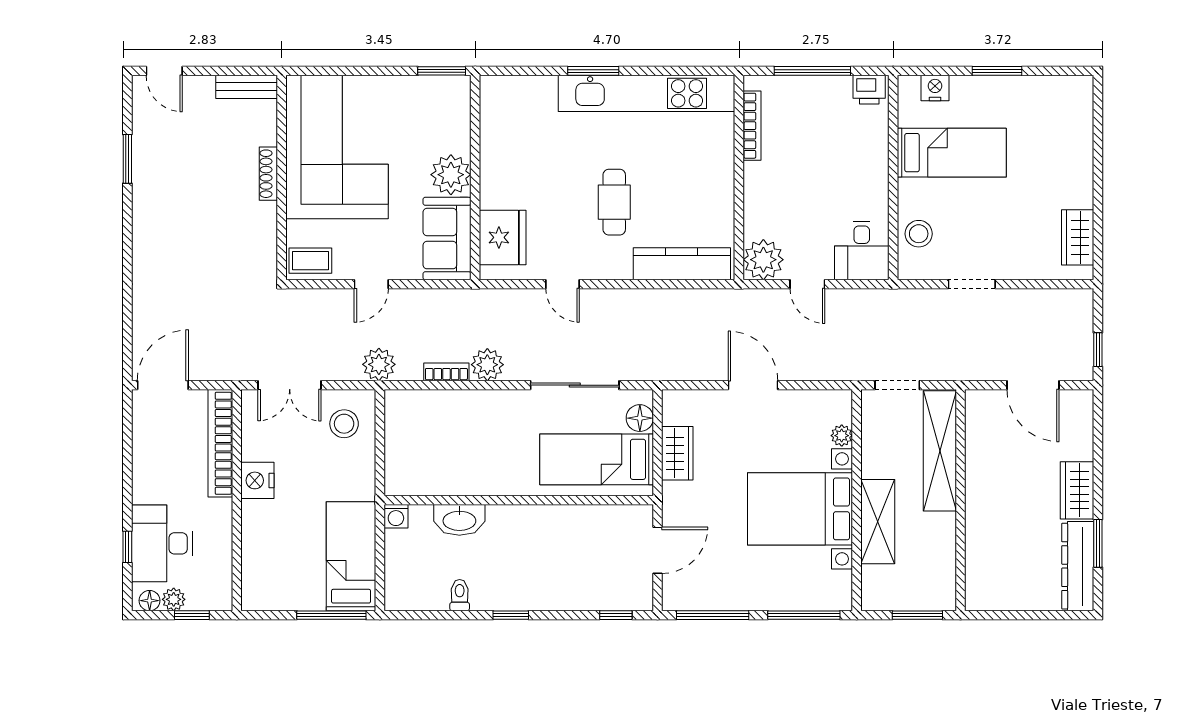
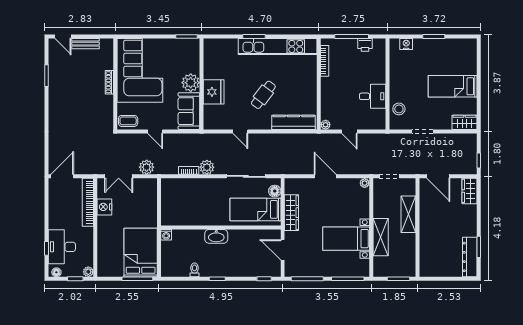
bench: (247, 87) -> (86, 44), moved
printer: (869, 90) -> (365, 45), moved
bed: (952, 153) -> (453, 86), moved, turned 180
cafe table: (614, 202) -> (263, 95), turned 37
fridge: (503, 237) -> (214, 92), moved
wardrobe: (1078, 237) -> (465, 122), moved, turned 90
desk: (862, 251) -> (373, 96), moved, turned -90
plant: (763, 260) -> (326, 125), width x0.53, depth x0.53
door: (371, 284) -> (155, 131), hinge flipped
plant: (379, 364) -> (147, 167), moved
door: (1033, 385) -> (438, 176), moved
stool: (344, 424) -> (143, 194), removed
plant: (842, 436) -> (365, 183), moved
shelving: (940, 451) -> (408, 214), width x0.68
wardrobe: (677, 453) -> (291, 213), width x1.50
nightstand: (257, 480) -> (104, 207), moved
wardrobe: (1077, 490) -> (469, 191), moved
bed with nightstands: (800, 509) -> (346, 239), width x0.73
washbasin: (459, 520) -> (216, 236), moved
door: (658, 550) -> (283, 250), swing flipped
bed: (351, 556) -> (141, 253), width x1.50
plant: (174, 599) -> (88, 272), moved

